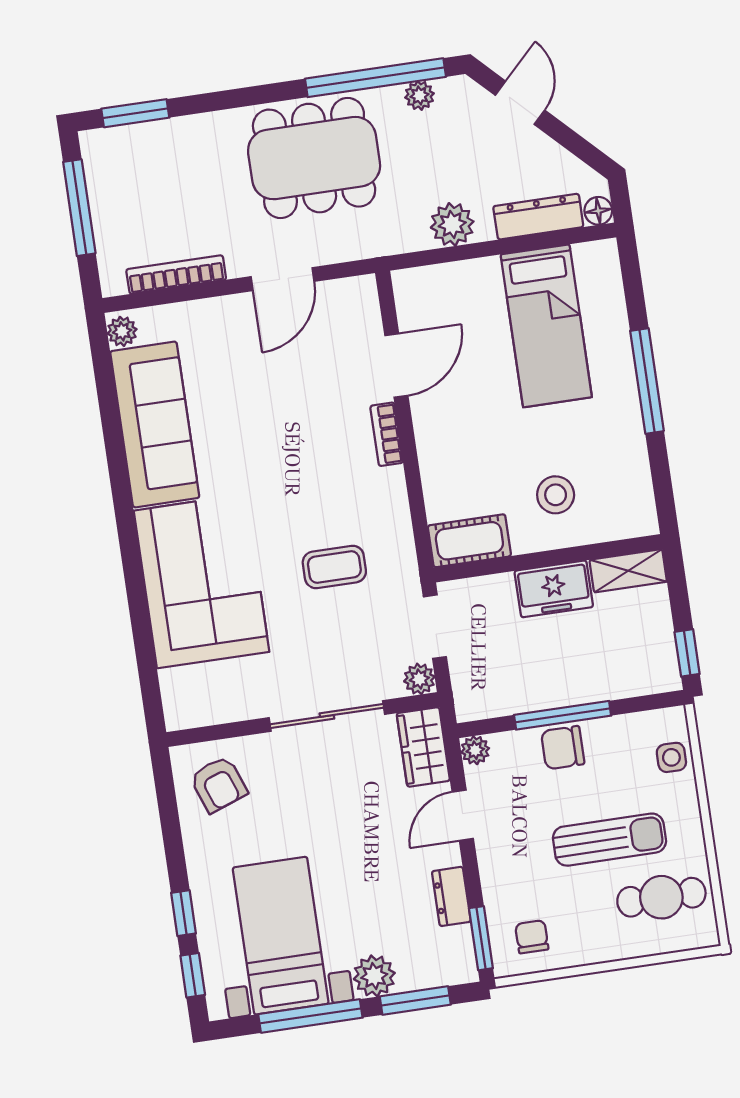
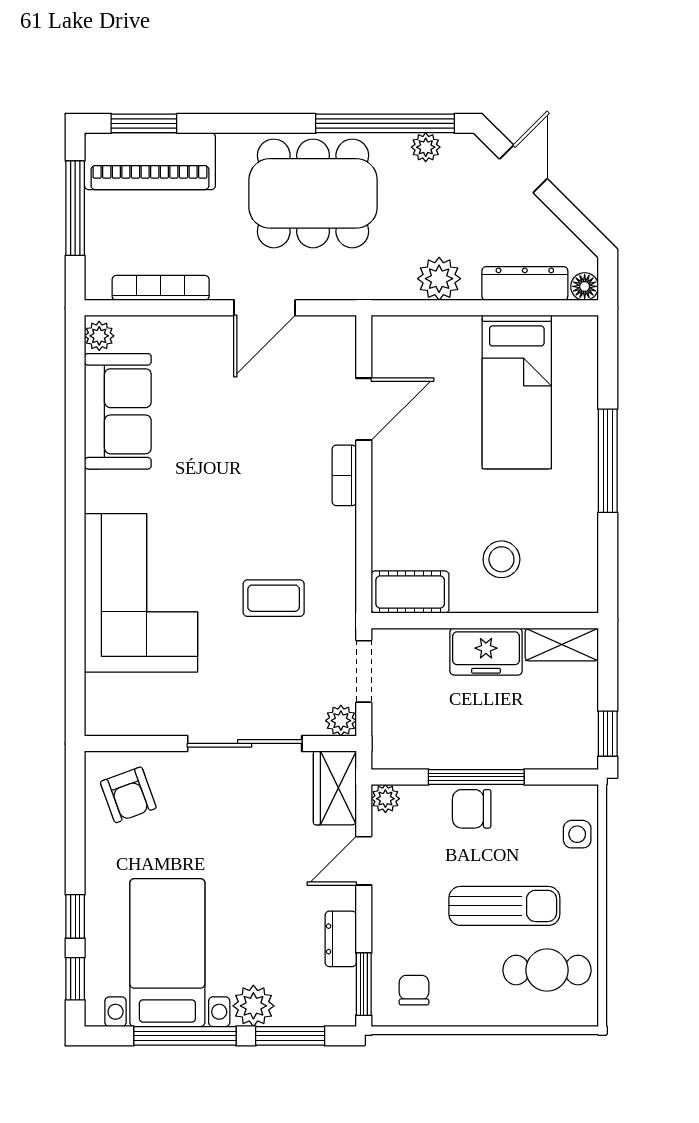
piano: (147, 150) -> (150, 161), added
sofa: (155, 424) -> (118, 411), width x0.73

